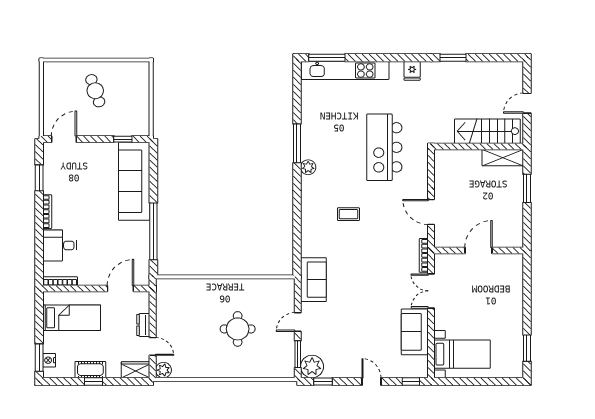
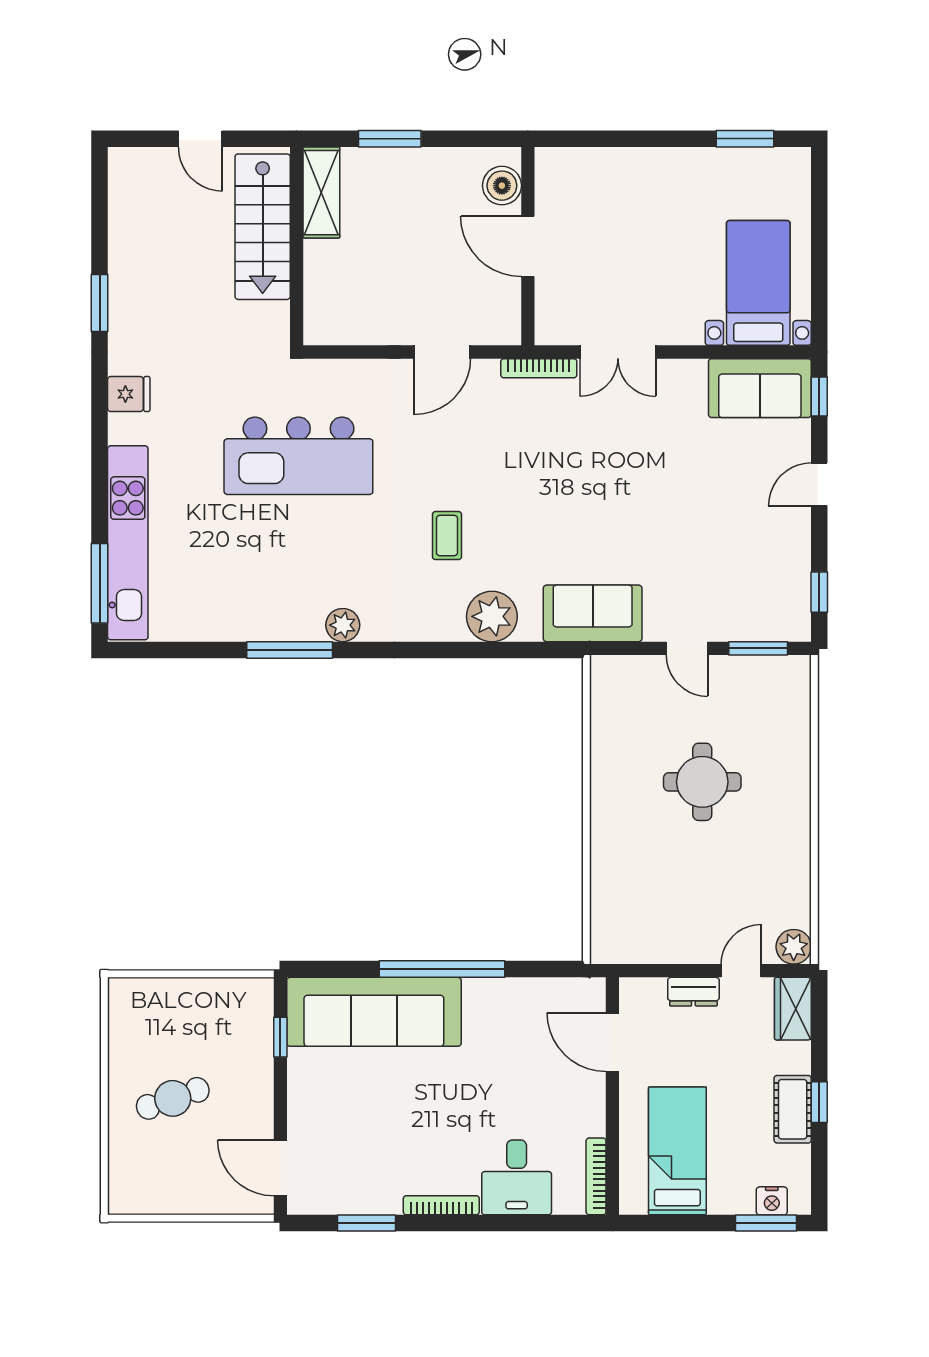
window: (153, 231) -> (442, 969), moved
boiler: (506, 239) -> (502, 186), added
sofa: (415, 332) -> (760, 388), moved
plant: (312, 367) -> (492, 616), moved

